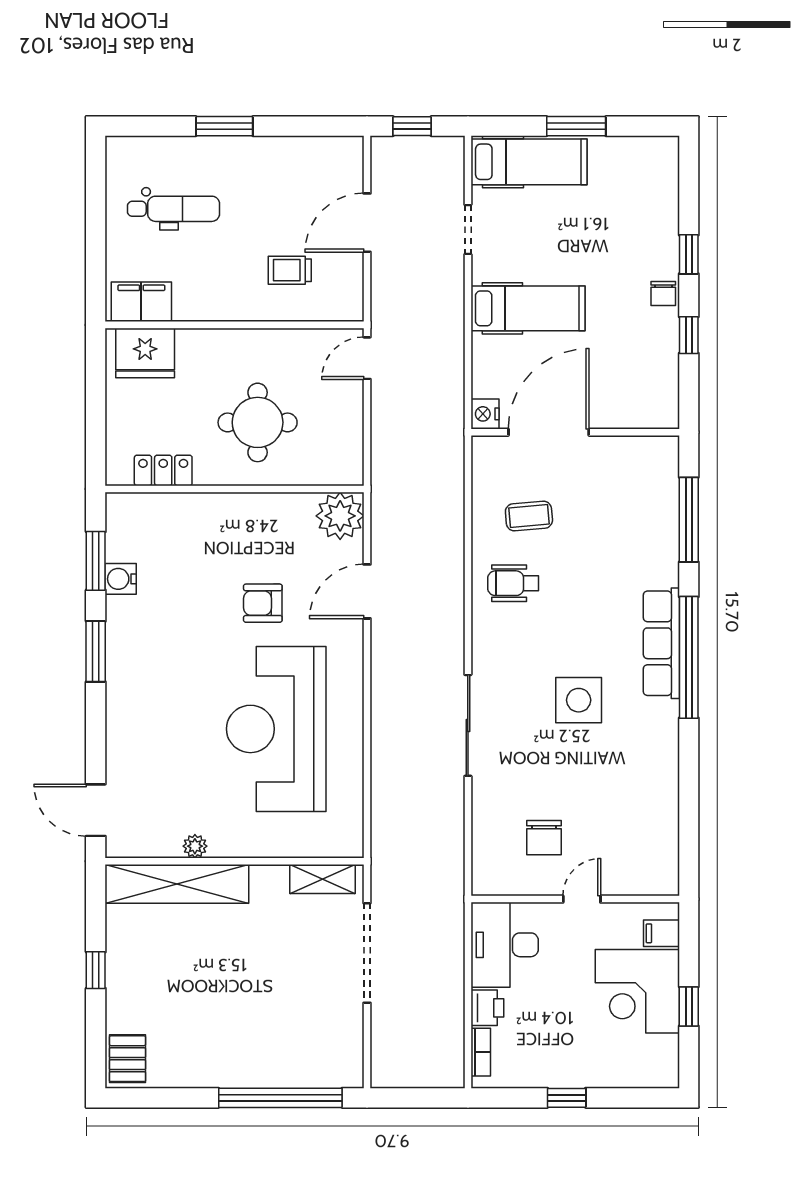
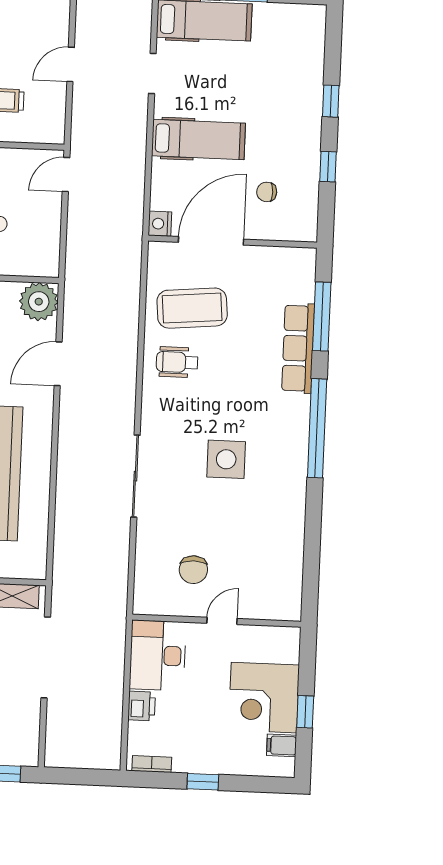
door: (367, 223) -> (71, 64), width x0.73
chair: (663, 293) -> (267, 192), moved, turned 90
coffee table: (529, 516) -> (192, 308), width x1.86, depth x1.72
row of seats: (661, 643) -> (298, 348), moved
filing cabinet: (661, 933) -> (282, 745), moved
bookcase: (481, 1052) -> (152, 764), moved, turned -90

